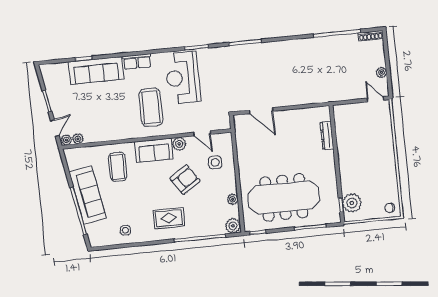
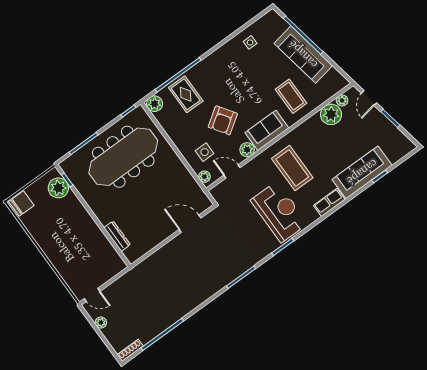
plant: (66, 140) -> (331, 114), moved, width x1.88, depth x1.88
plant: (233, 199) -> (204, 177), moved
chair: (390, 208) -> (21, 204), width x1.87, depth x1.87
rug: (169, 218) -> (186, 94), moved, turned 90

